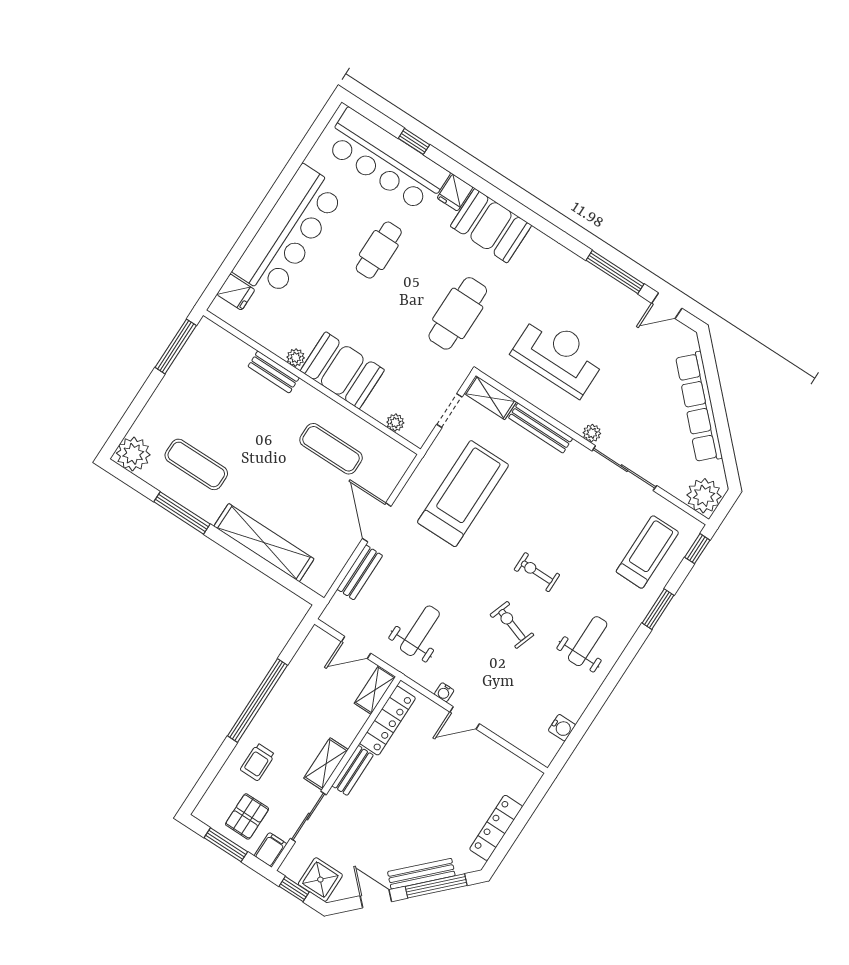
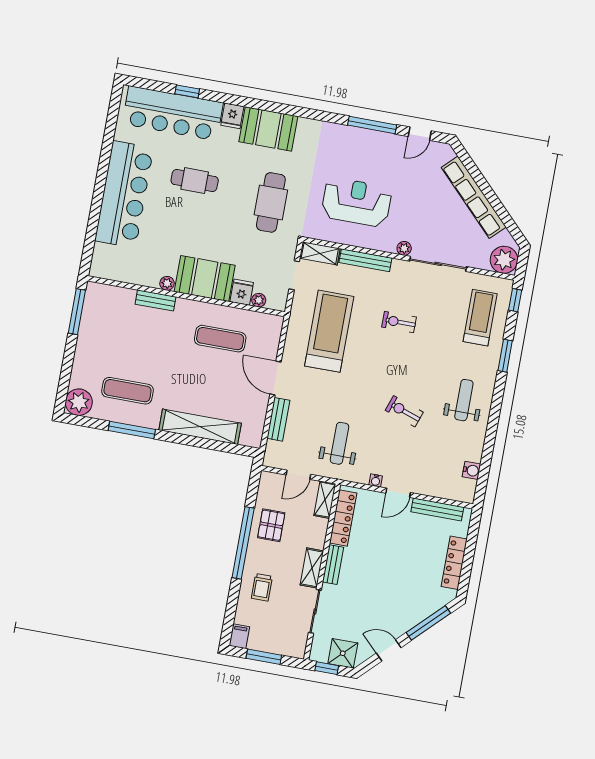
cafe table: (379, 250) -> (195, 181), turned 90
fridge: (236, 292) -> (242, 292), moved, turned -90
exercise bike: (537, 572) -> (399, 322), moved
pallet: (247, 816) -> (271, 525), moved
filing cabinet: (270, 850) -> (239, 636), moved
bench: (421, 874) -> (437, 509), moved, turned 45

